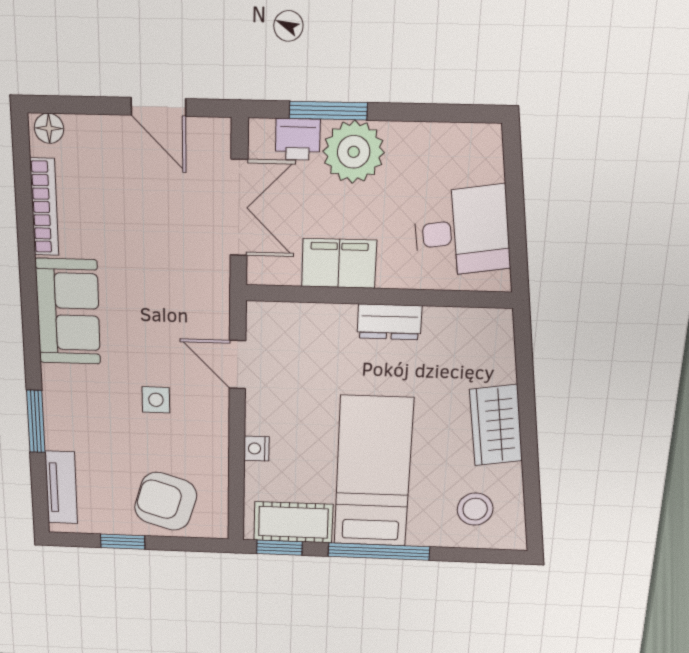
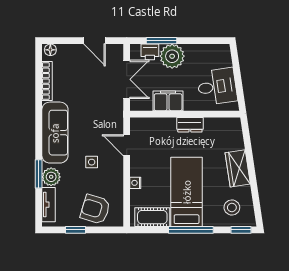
sofa: (68, 312) -> (55, 133), width x1.36
plant: (64, 429) -> (51, 177), added
window: (279, 548) -> (241, 230), moved

